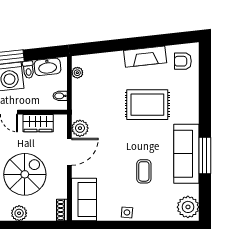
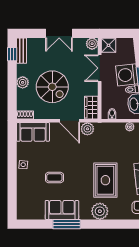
wardrobe: (38, 123) -> (91, 108), moved
sofa: (186, 154) -> (62, 210), width x0.73
plant: (188, 207) -> (100, 211), moved

